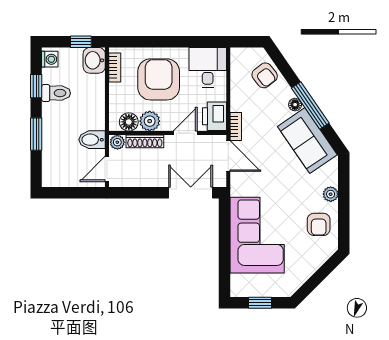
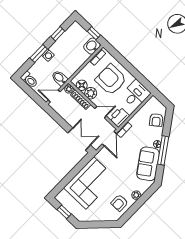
washing machine: (50, 59) -> (48, 55), moved
armchair: (159, 79) -> (111, 80), turned -90
toilet: (56, 93) -> (29, 80), moved

